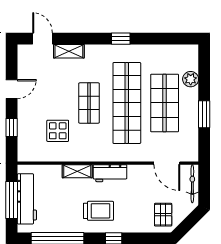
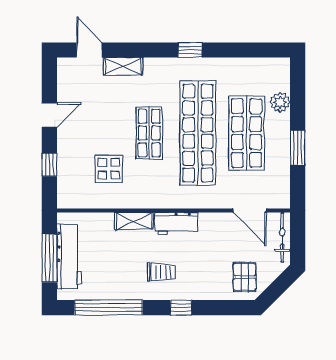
trolley: (98, 211) -> (161, 272), width x0.73, depth x0.72

